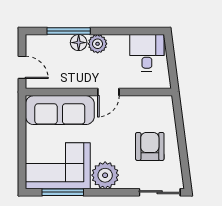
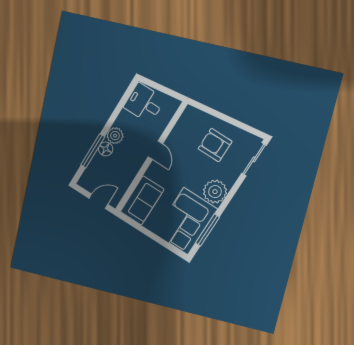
sofa: (60, 110) -> (142, 201), width x0.73

